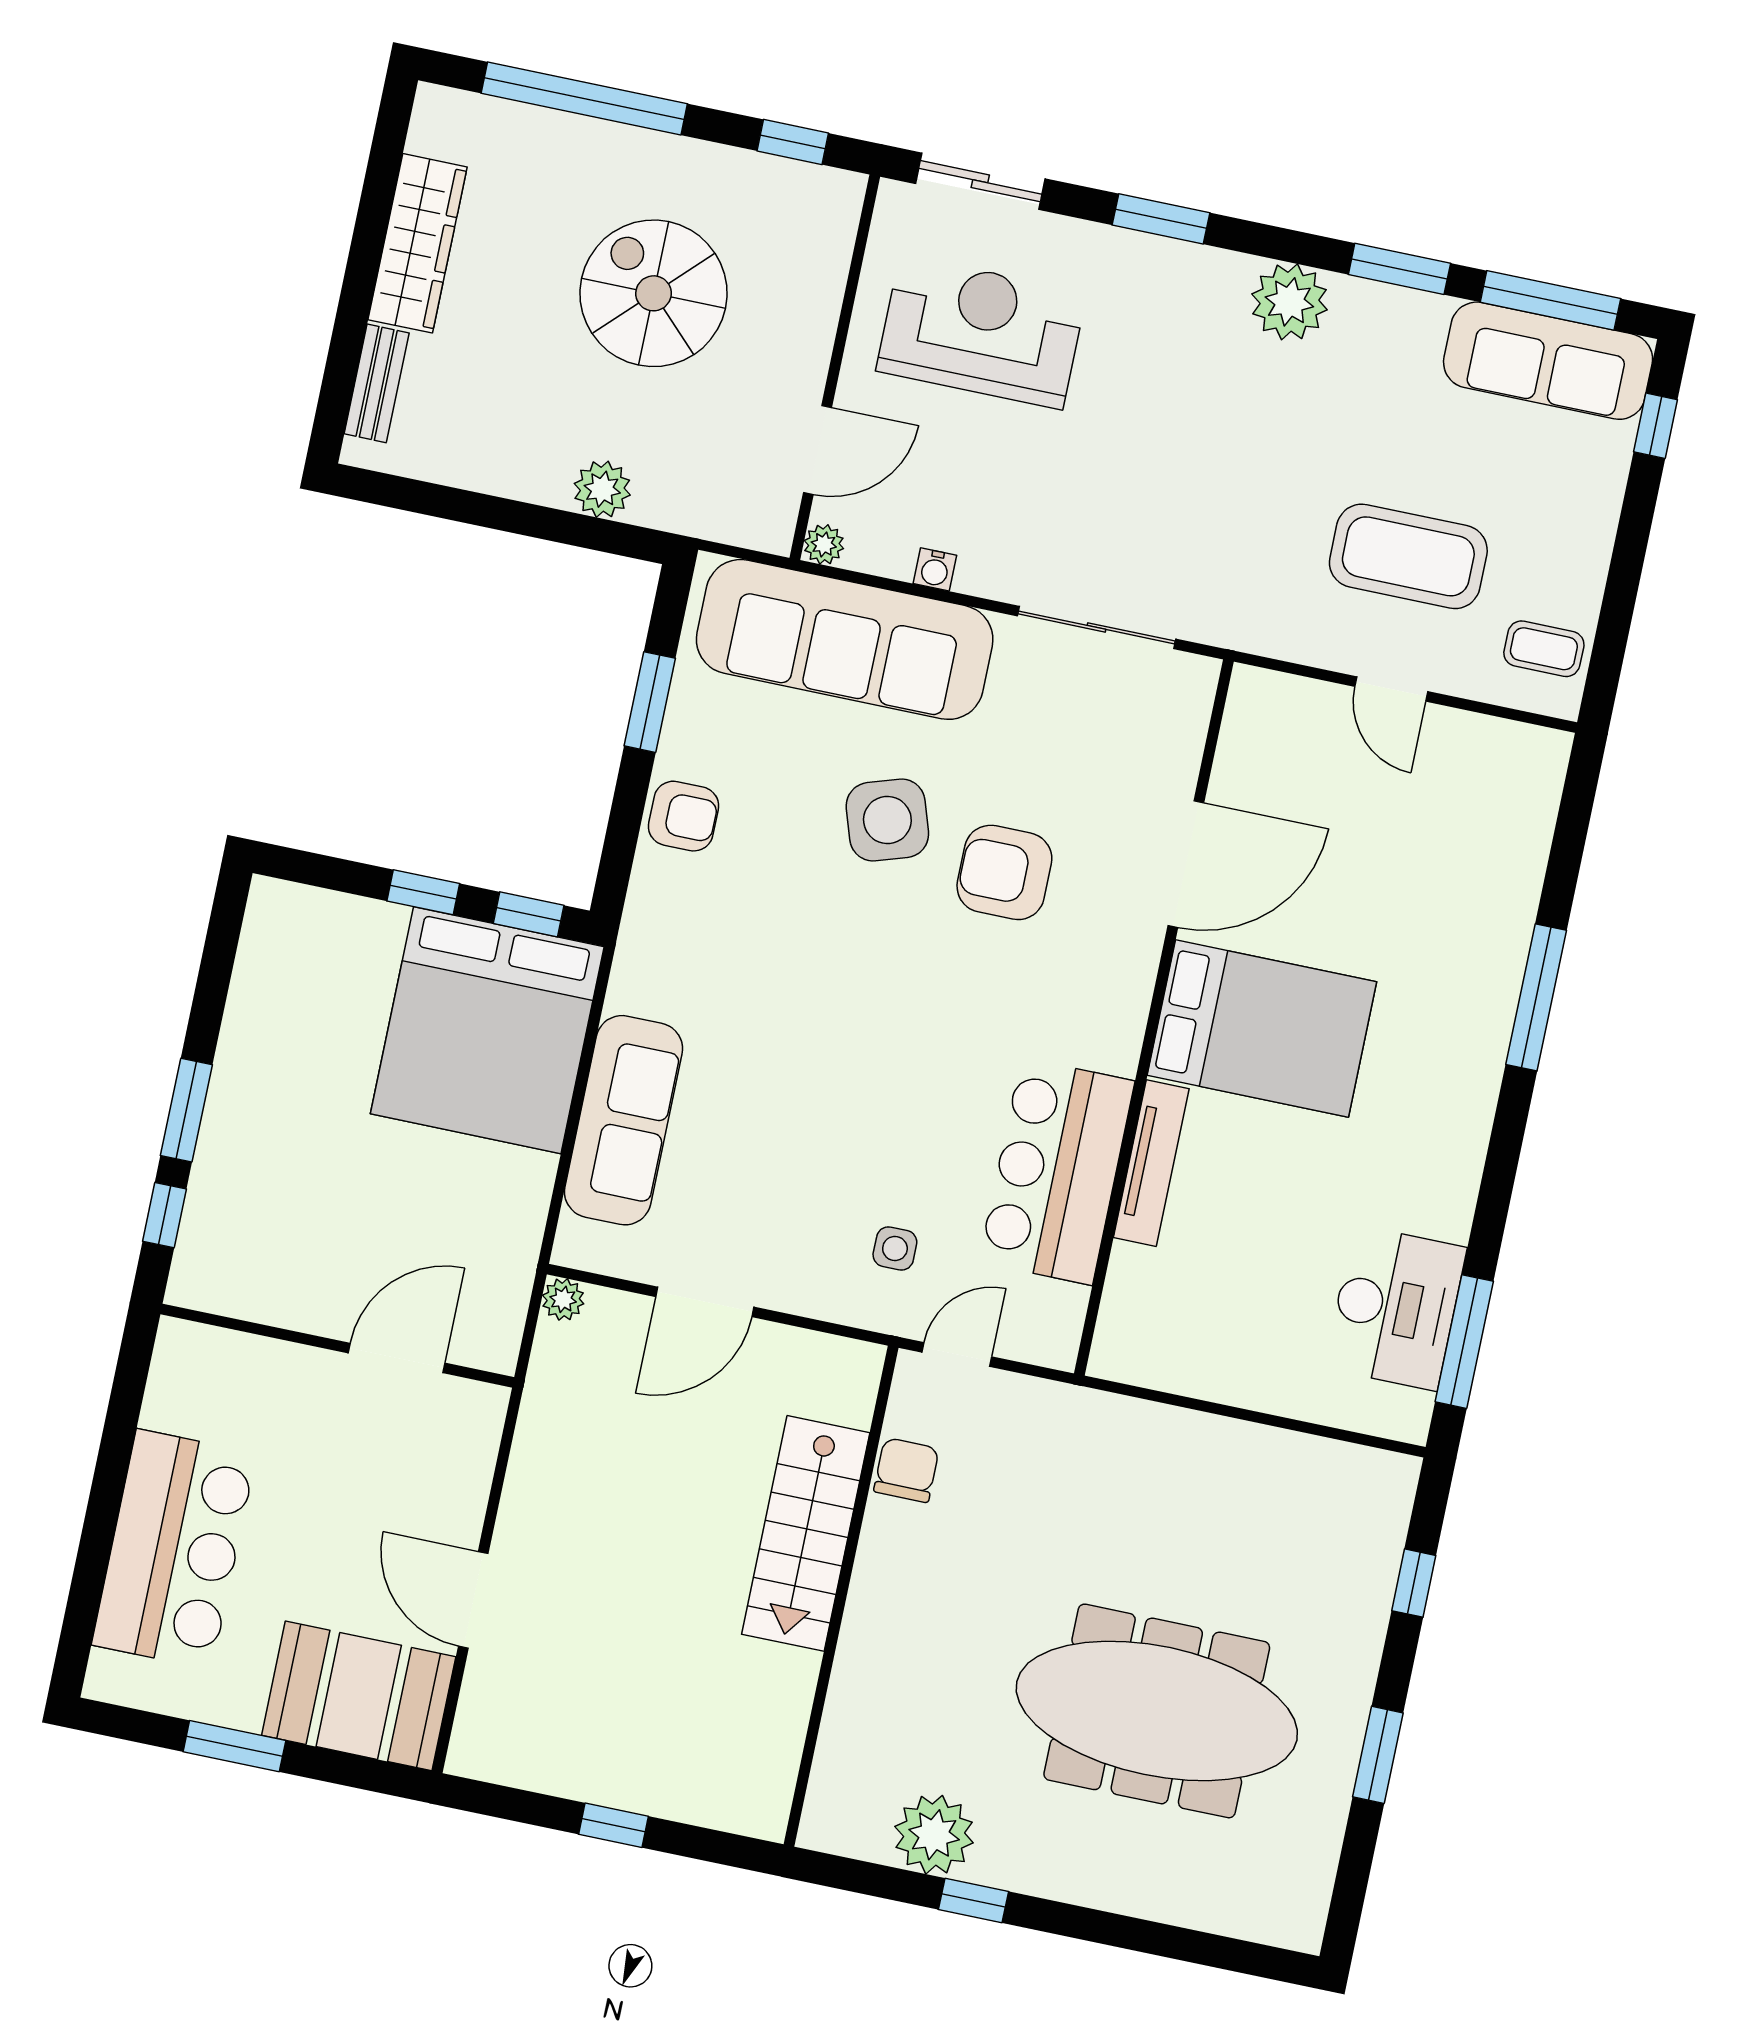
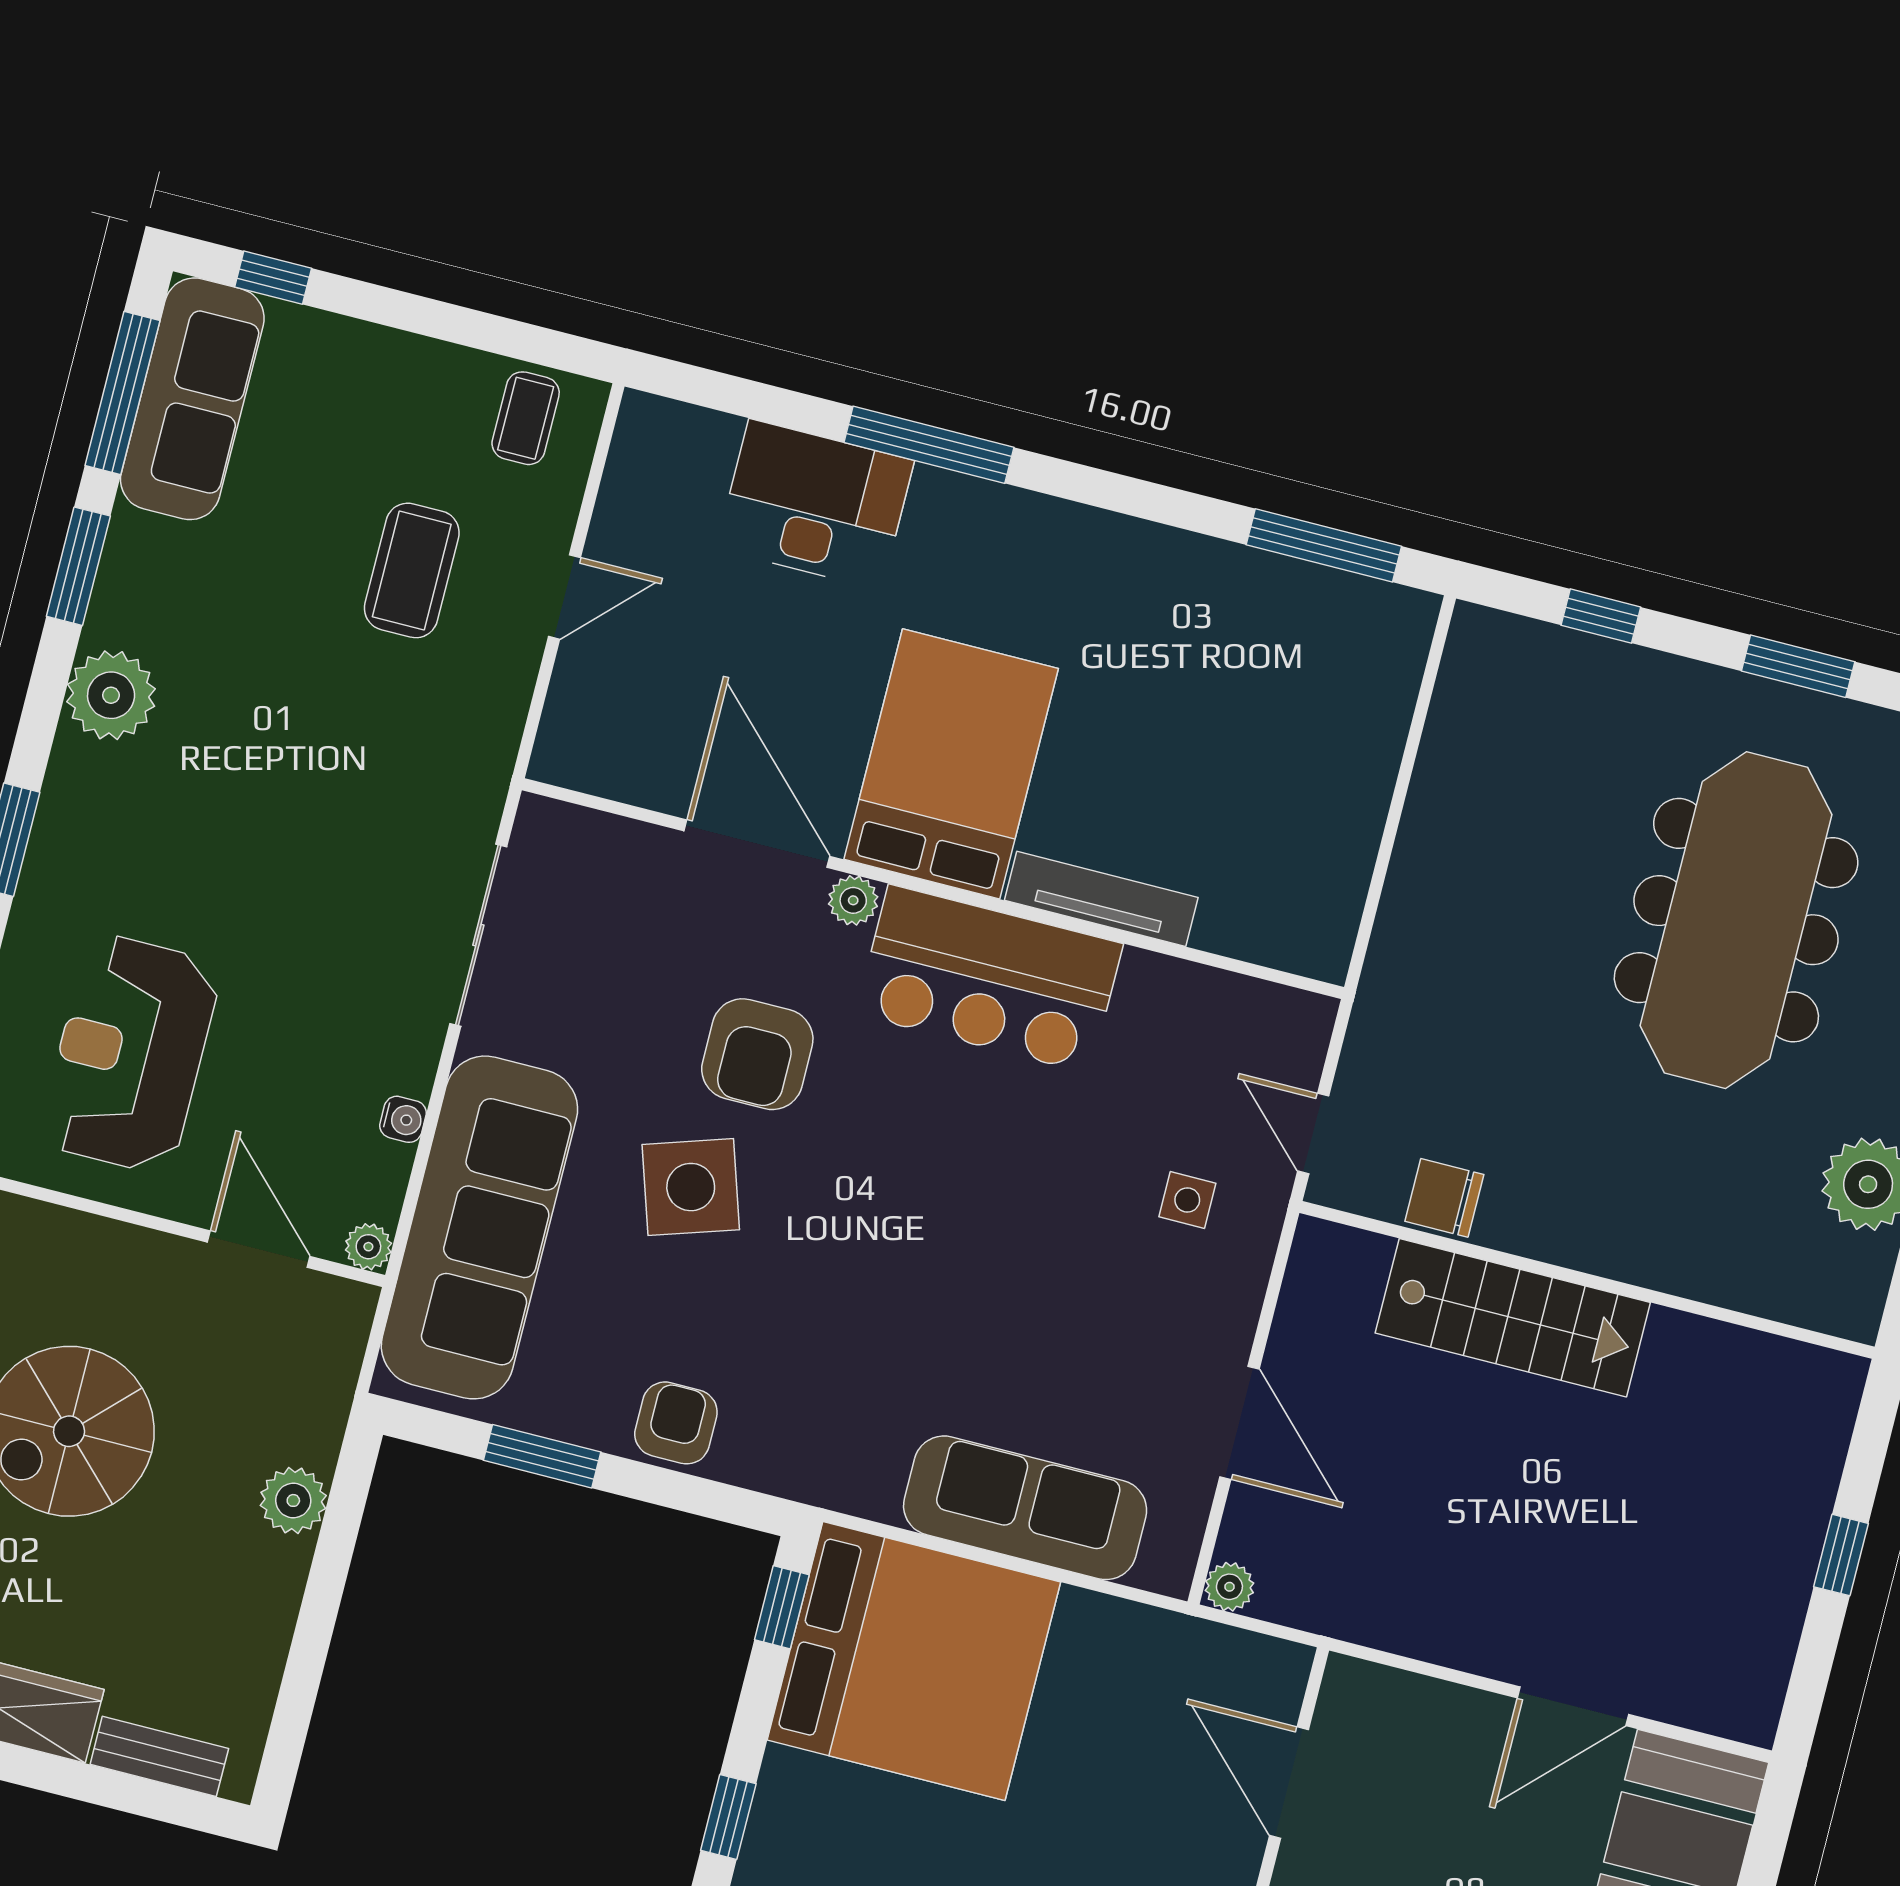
coffee table: (1408, 556) -> (412, 570), width x0.73, depth x0.76
window: (423, 892) -> (728, 1817), moved
plant: (1141, 949) -> (853, 900), added
bar counter: (1057, 1171) -> (989, 979), moved
desk: (1396, 1308) -> (815, 504), moved

